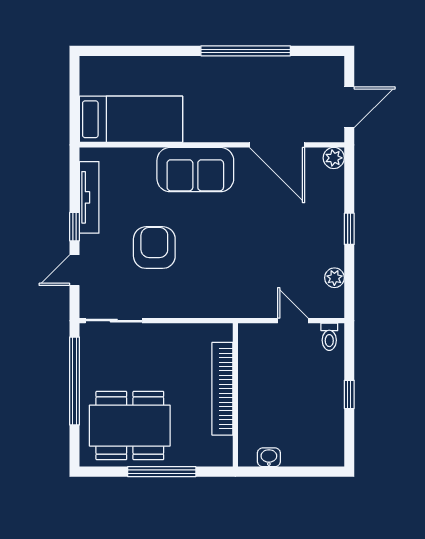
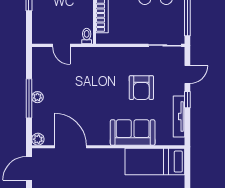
sofa: (195, 170) -> (133, 133), moved
window: (349, 229) -> (29, 98), width x2.17
plant: (334, 278) -> (37, 97), moved
toilet: (329, 337) -> (87, 36), moved

